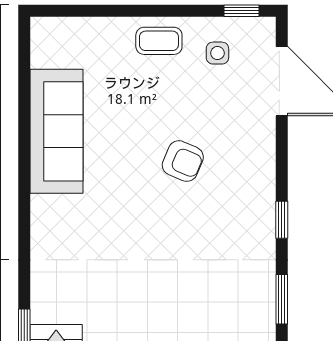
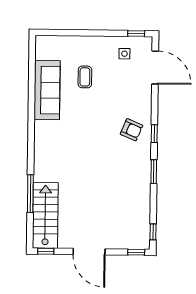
coffee table: (159, 41) -> (85, 77), moved, turned 90
armchair: (183, 161) -> (131, 130), moved

